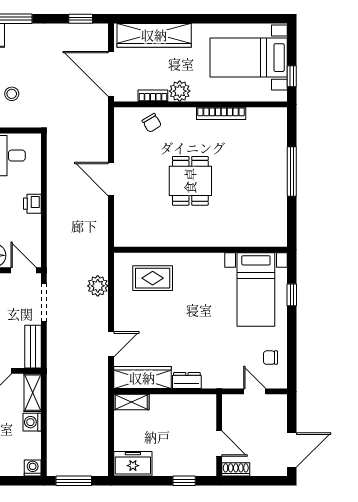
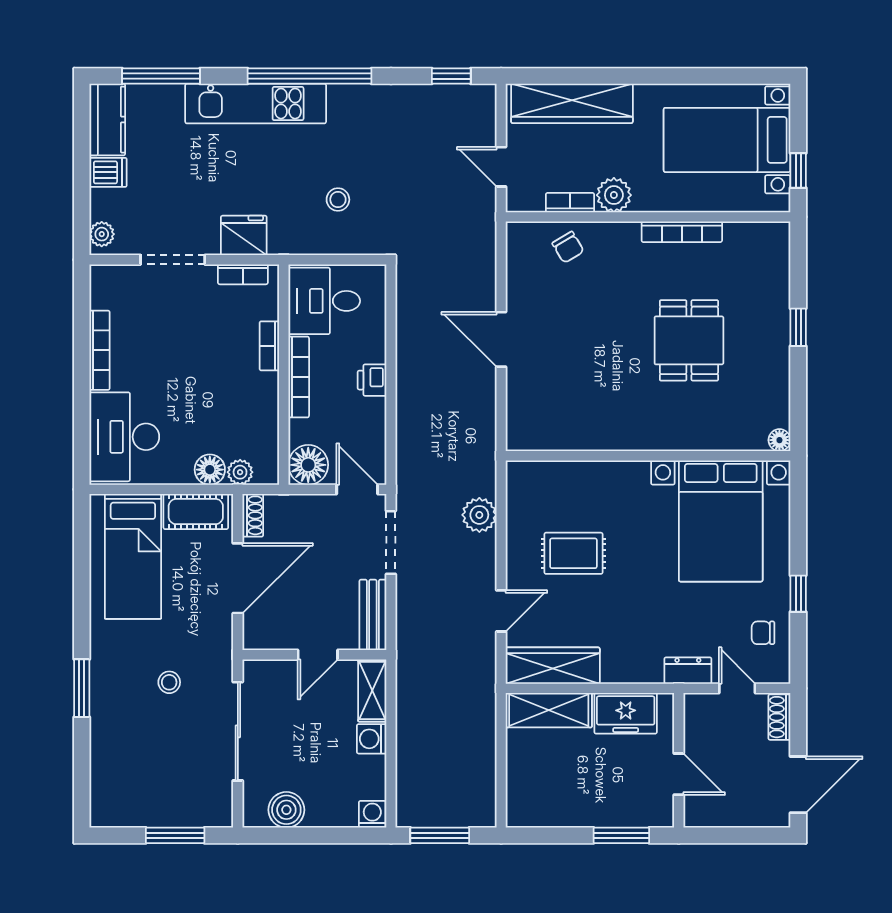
door: (111, 74) -> (501, 167), width x0.53
window: (292, 172) -> (798, 327), width x0.46
dining table: (190, 181) -> (689, 340), moved
floor lamp: (280, 240) -> (779, 440), added
rug: (153, 278) -> (573, 553), moved
bed with nightstands: (256, 289) -> (721, 521), width x1.36
window: (292, 295) -> (798, 594), moved
dresser: (187, 381) -> (688, 671), moved
shelving: (131, 402) -> (549, 710), width x1.50, depth x1.33
freezer: (133, 464) -> (626, 713), moved, turned 180
shoe rack: (236, 469) -> (779, 717), moved, turned -90
window: (184, 481) -> (621, 835), width x1.50

